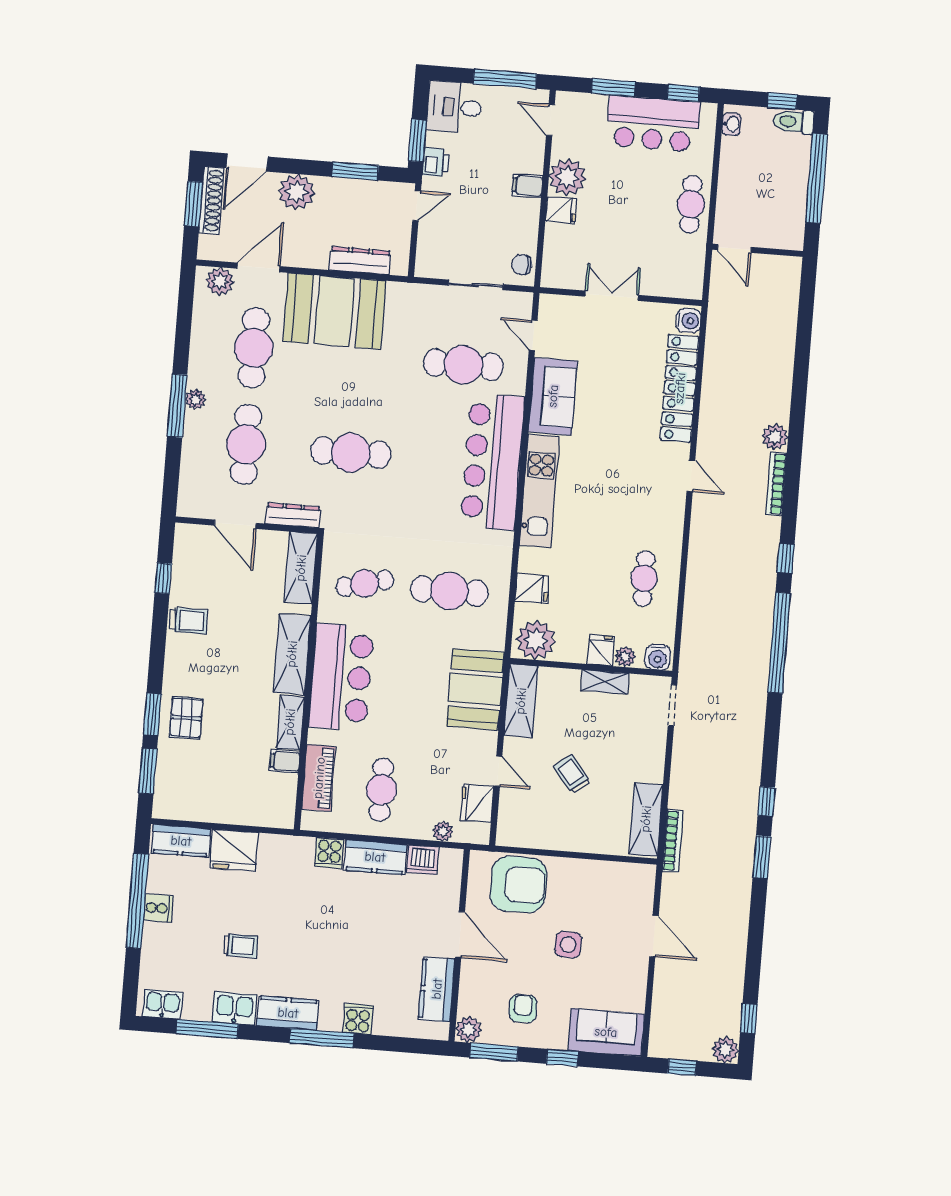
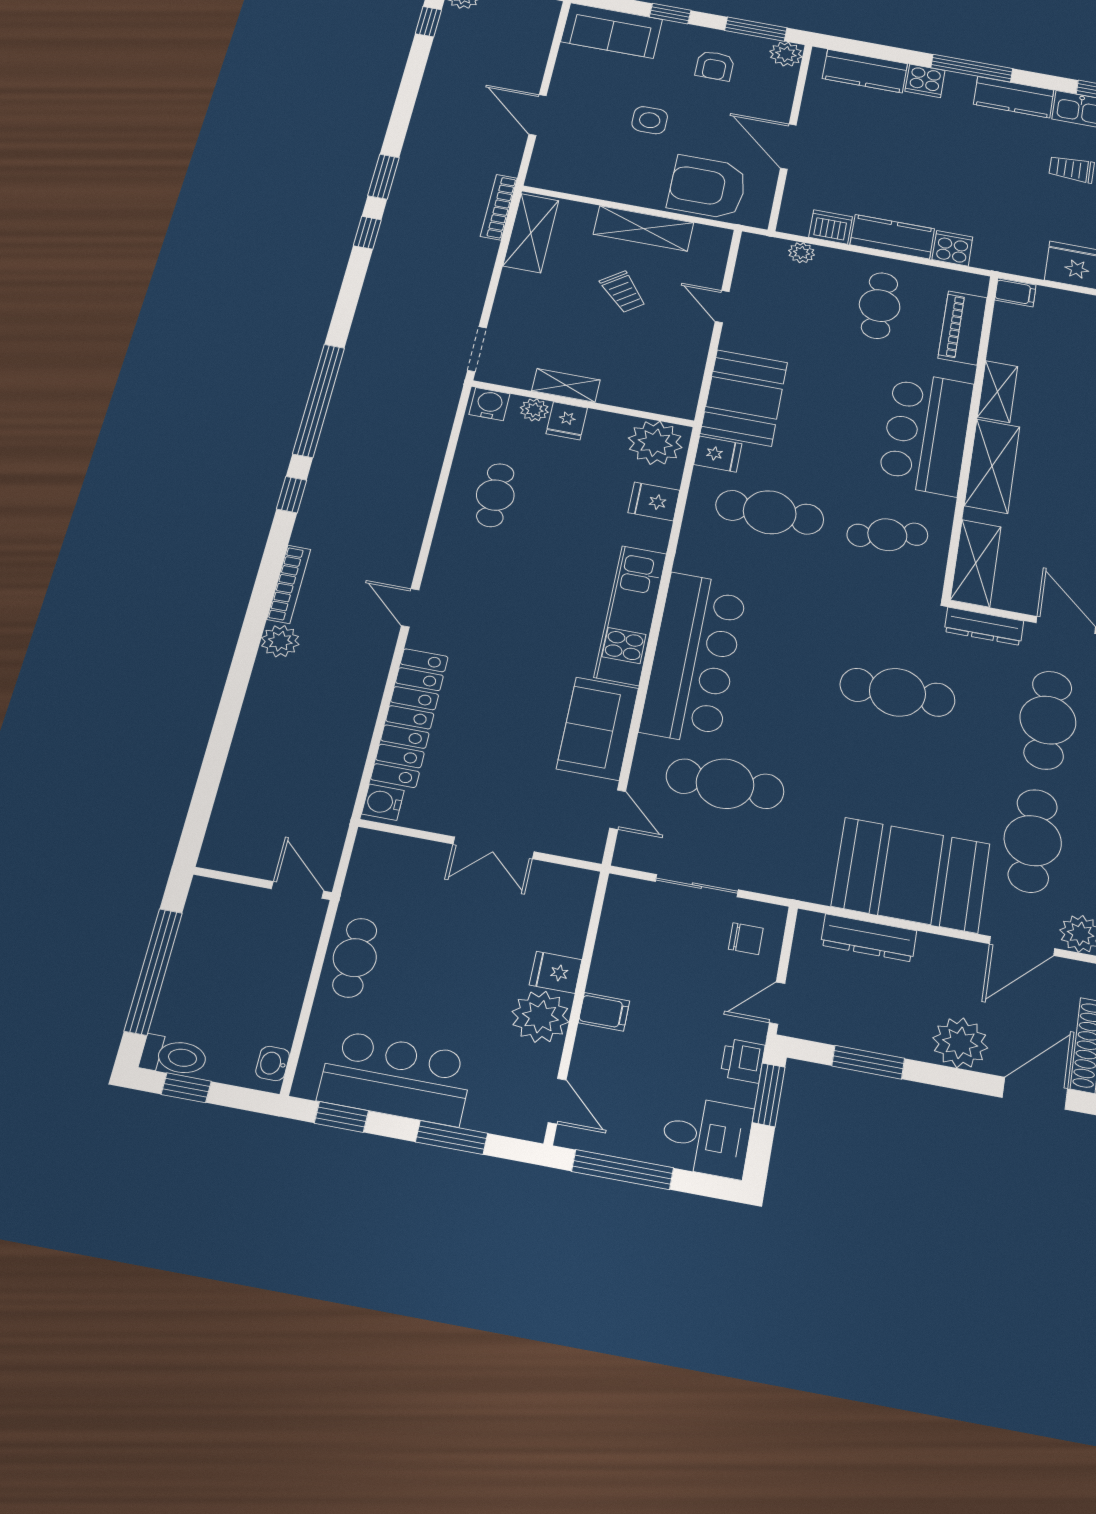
chair: (522, 265) -> (746, 939), moved
shelving: (521, 701) -> (643, 228), moved, turned 90
filing cabinet: (285, 761) -> (1015, 292), moved
fridge: (477, 803) -> (718, 454), moved, width x0.72
kitchen counter: (437, 989) -> (865, 71), moved, turned 90

